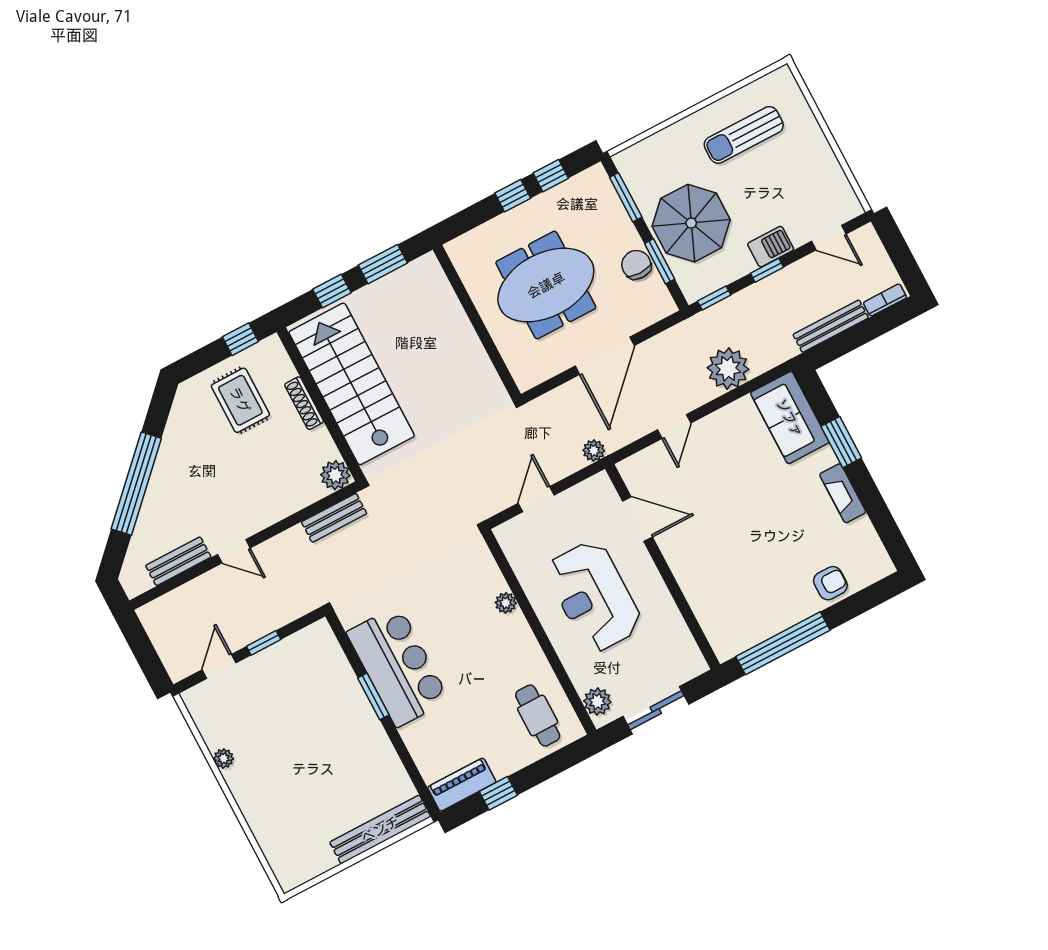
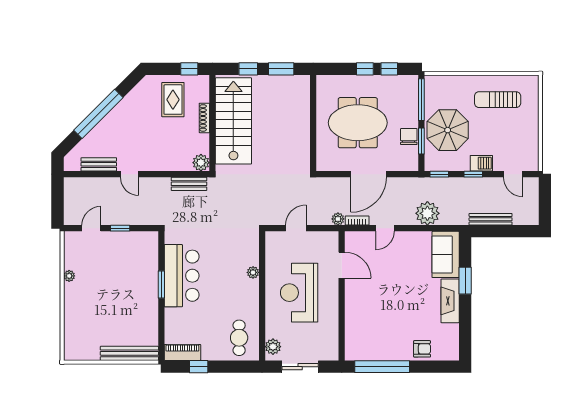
window: (626, 197) -> (421, 100), width x1.44
bookcase: (885, 300) -> (357, 220), moved
fireplace: (843, 493) -> (450, 301), width x1.37, depth x1.32

